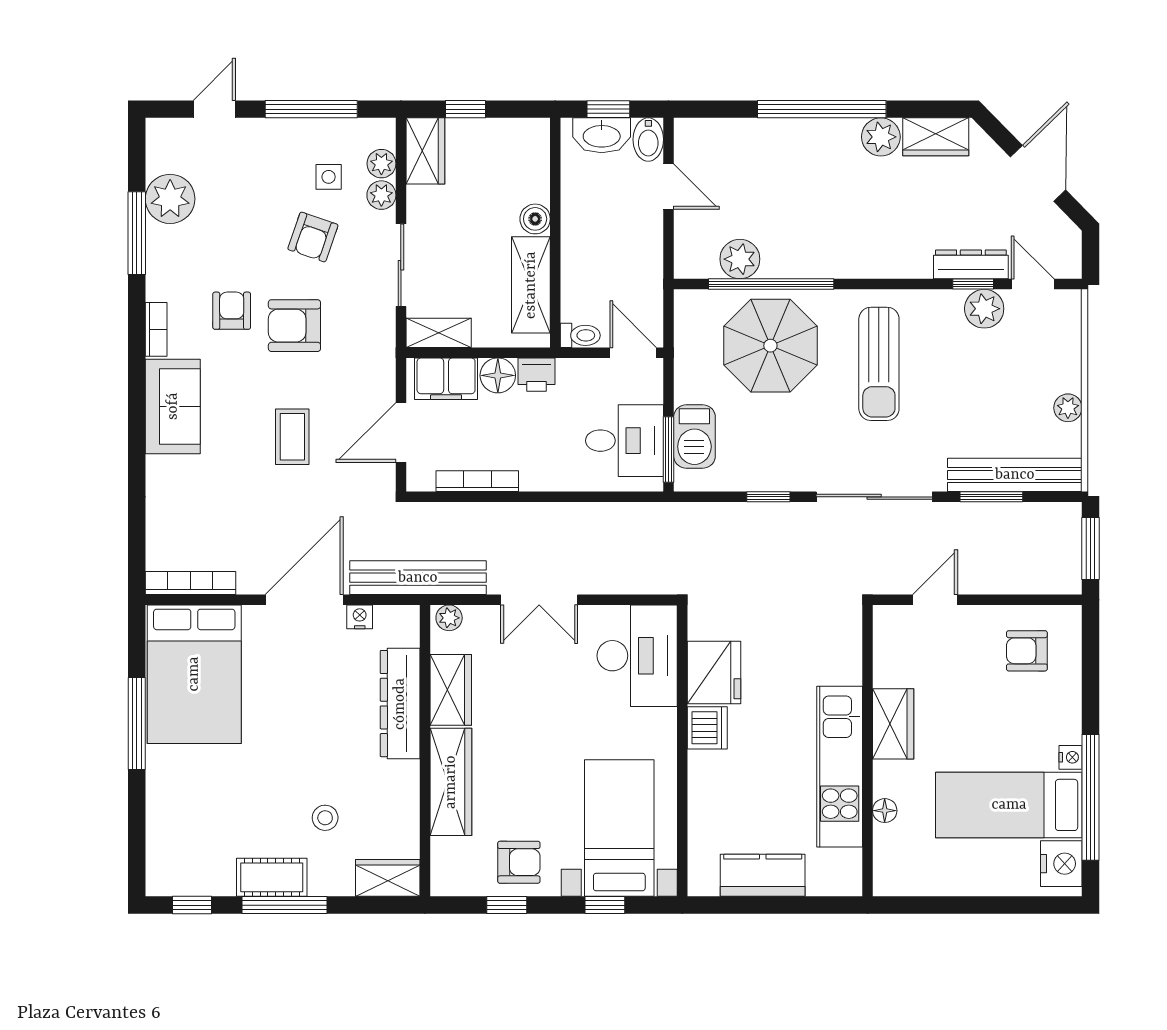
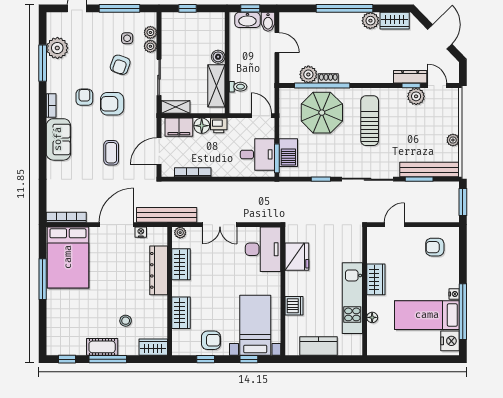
wardrobe: (425, 151) -> (170, 27), removed
shoe rack: (785, 268) -> (328, 78), added
toilet: (580, 335) -> (238, 87), moved
sun lounger: (879, 364) -> (370, 121), turned 180
dishwasher: (707, 728) -> (294, 306), moved
wardrobe: (451, 782) -> (181, 313), width x0.67

